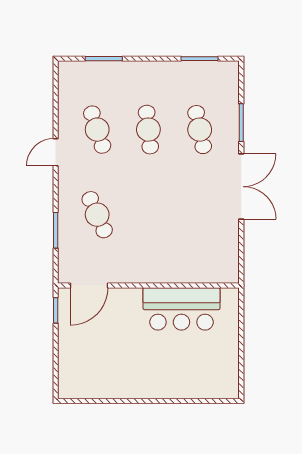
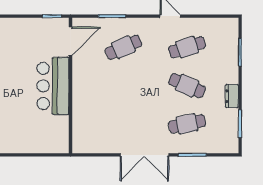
dresser: (163, 70) -> (232, 96), added
cafe table: (148, 130) -> (187, 86), turned 30
door: (89, 286) -> (70, 41), swing flipped
bar counter: (181, 309) -> (53, 86), moved

